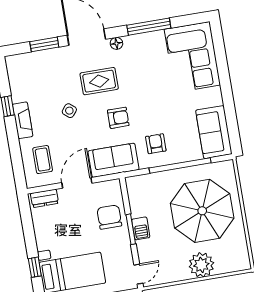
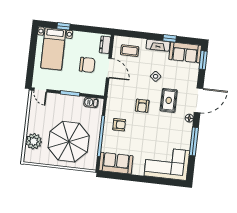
window: (44, 44) -> (203, 60), moved
sofa: (113, 160) -> (185, 52), moved, turned 90
chair: (109, 217) -> (87, 65), moved
barbecue: (141, 228) -> (91, 102), moved
plant: (201, 265) -> (34, 141), moved

